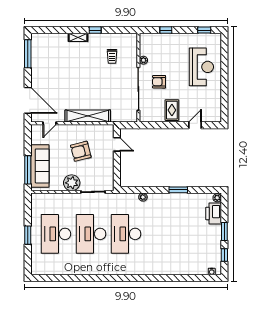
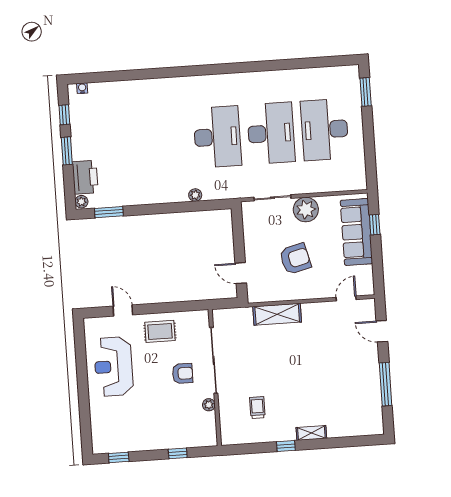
window: (28, 54) -> (386, 384), moved
reception desk: (201, 67) -> (113, 367), moved
door: (28, 100) -> (382, 331), width x0.53
rug: (172, 110) -> (160, 331), turned 90
shelving: (88, 116) -> (277, 314), width x0.68
door: (195, 125) -> (123, 310), swing flipped
window: (28, 170) -> (375, 225), width x0.46
window: (178, 190) -> (109, 212), moved
desk: (56, 234) -> (325, 130), turned 180
window: (28, 235) -> (366, 92), moved

